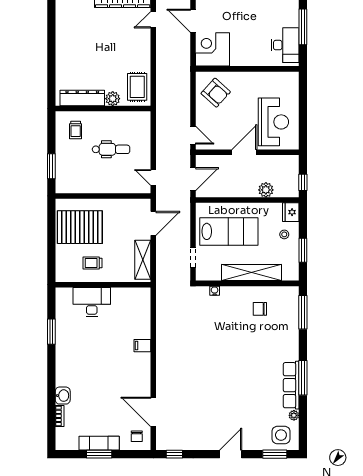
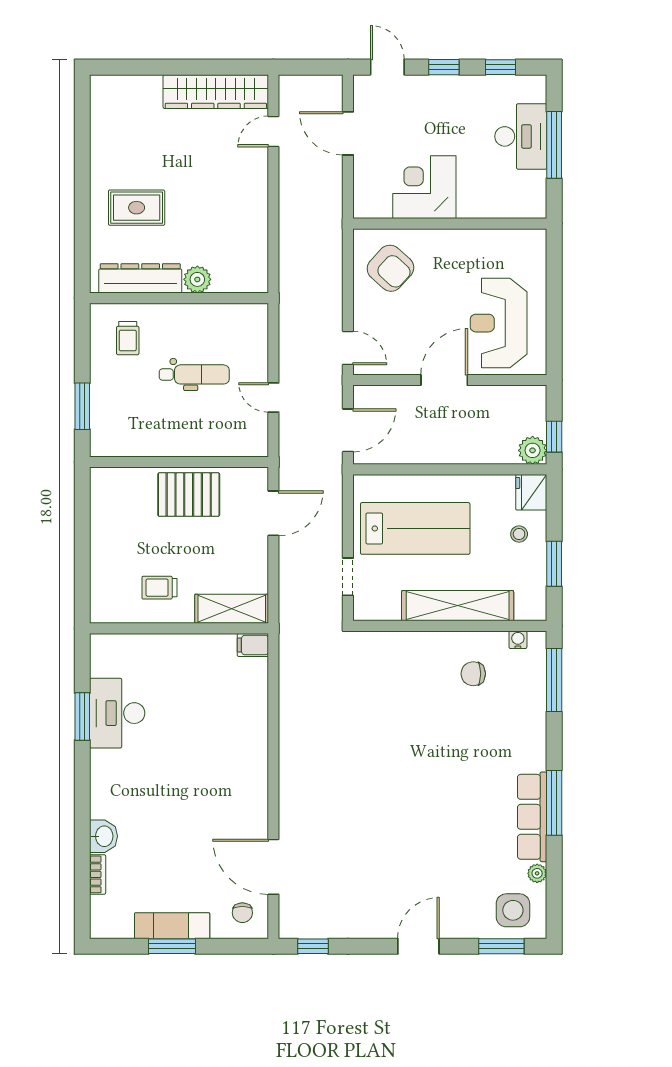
desk: (285, 45) -> (521, 136), moved
corner desk: (212, 49) -> (424, 187), moved
rug: (137, 87) -> (137, 208), moved, turned 90
reception desk: (273, 122) -> (499, 323), turned 180
door: (153, 177) -> (273, 398), moved
plant: (266, 190) -> (533, 450), moved
pallet: (80, 227) -> (189, 495), moved, width x0.73, depth x0.71
shelving: (143, 260) -> (232, 609), moved, turned 90
water cooler: (215, 291) -> (518, 640), moved
desk: (92, 302) -> (117, 713), moved, turned -90
filing cabinet: (142, 346) -> (253, 645), moved

